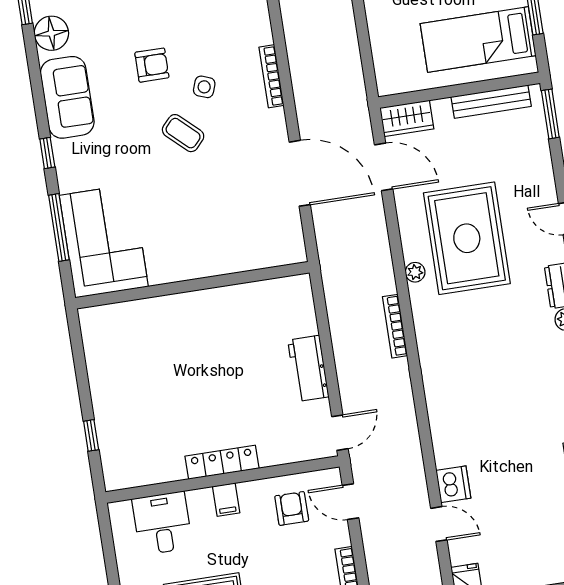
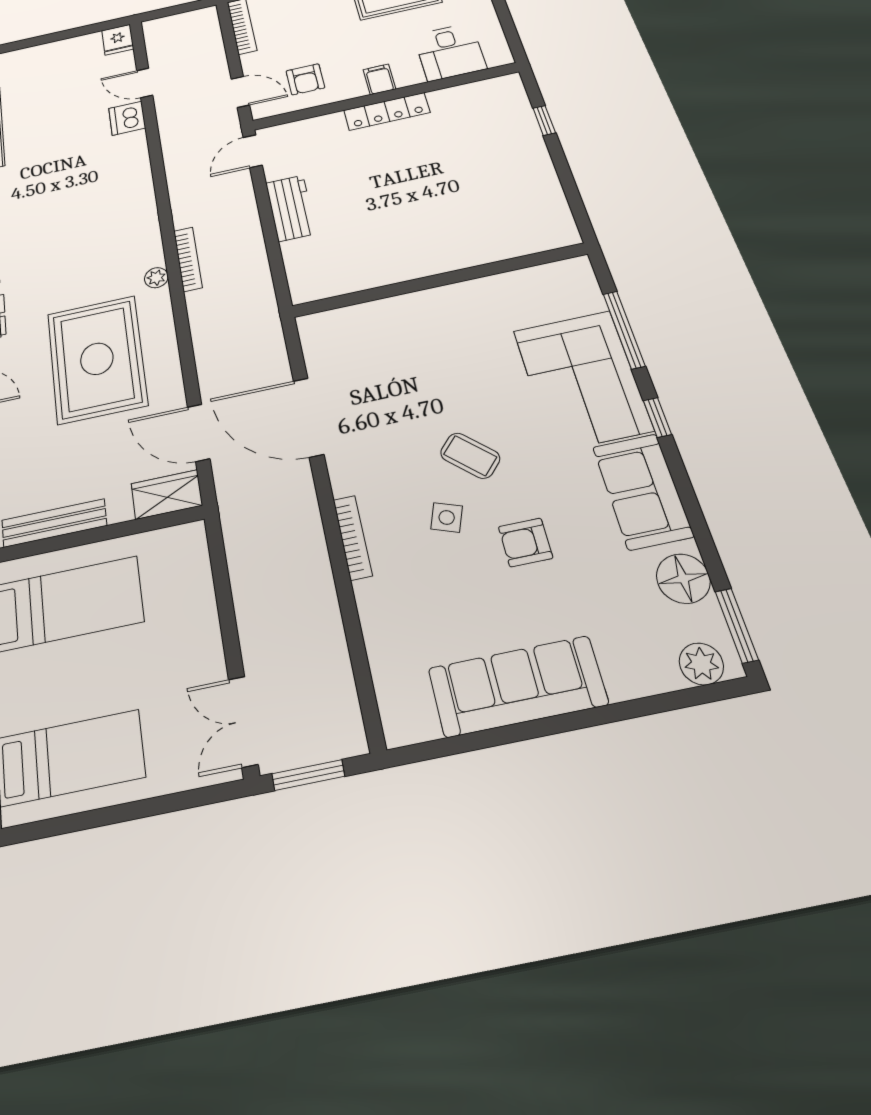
corner sofa: (104, 241) -> (582, 380), moved
plant: (415, 272) -> (156, 278), moved

